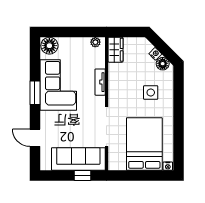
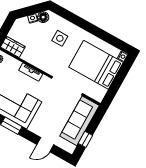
window: (82, 176) -> (85, 139), moved

